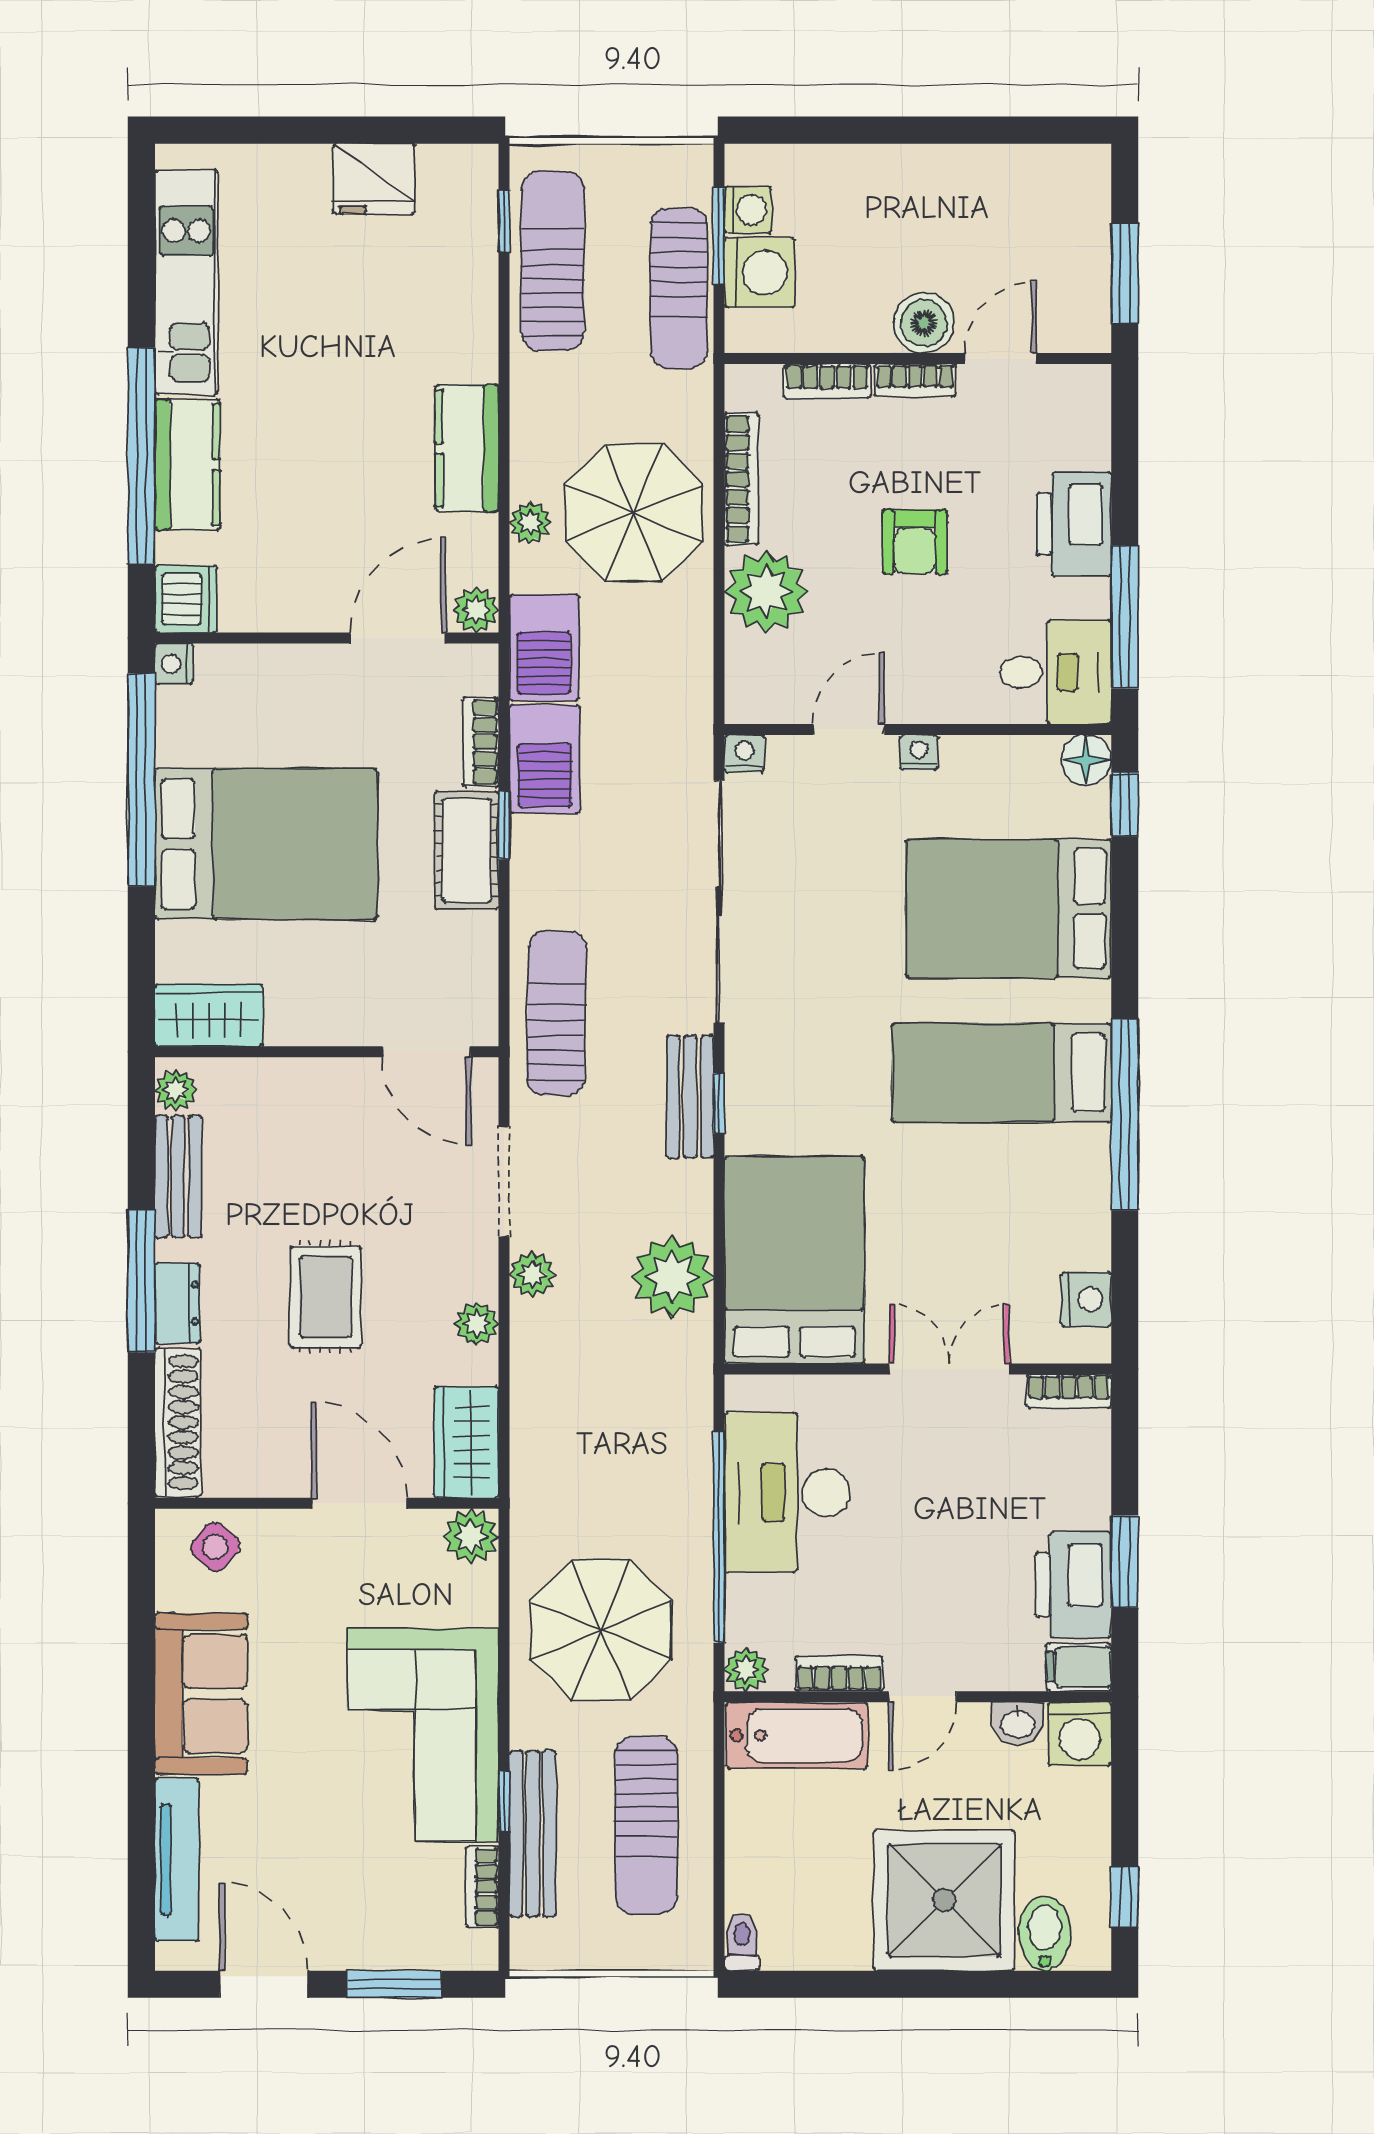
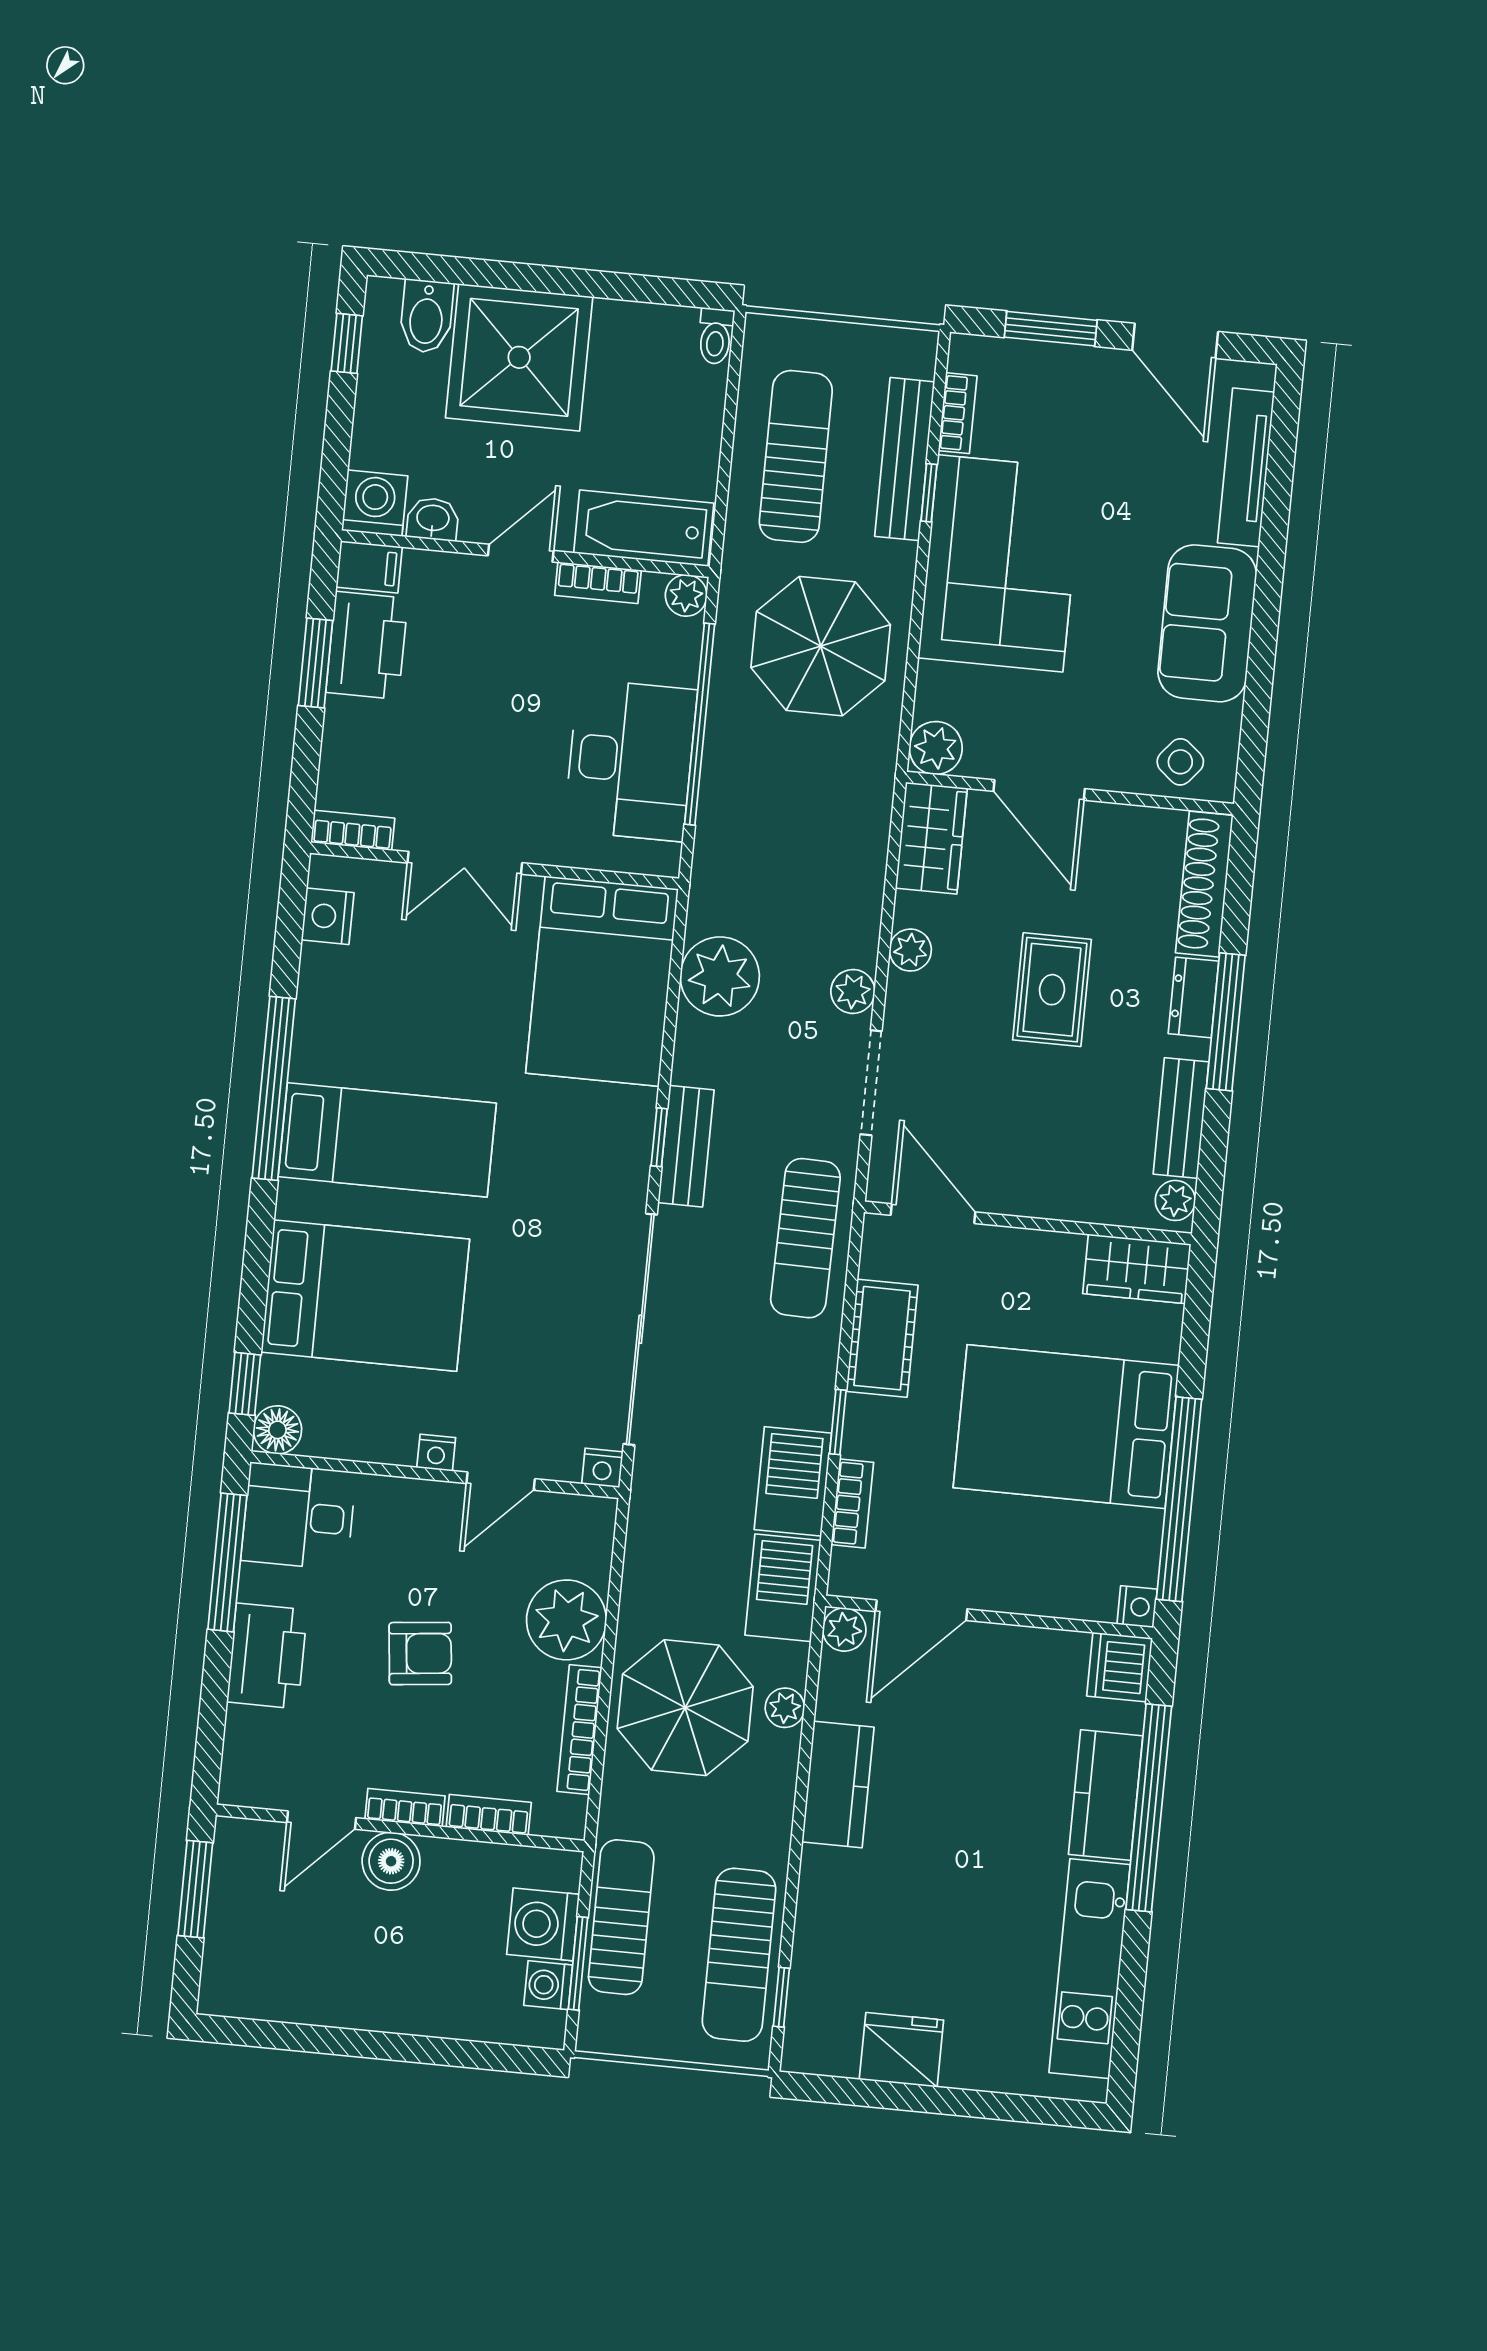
armchair: (915, 542) -> (420, 1654), turned 84
cot: (467, 850) -> (882, 1338), moved

